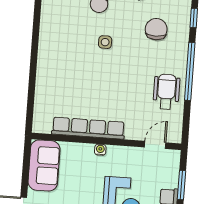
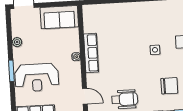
row of seats: (88, 128) -> (91, 53), width x0.73

